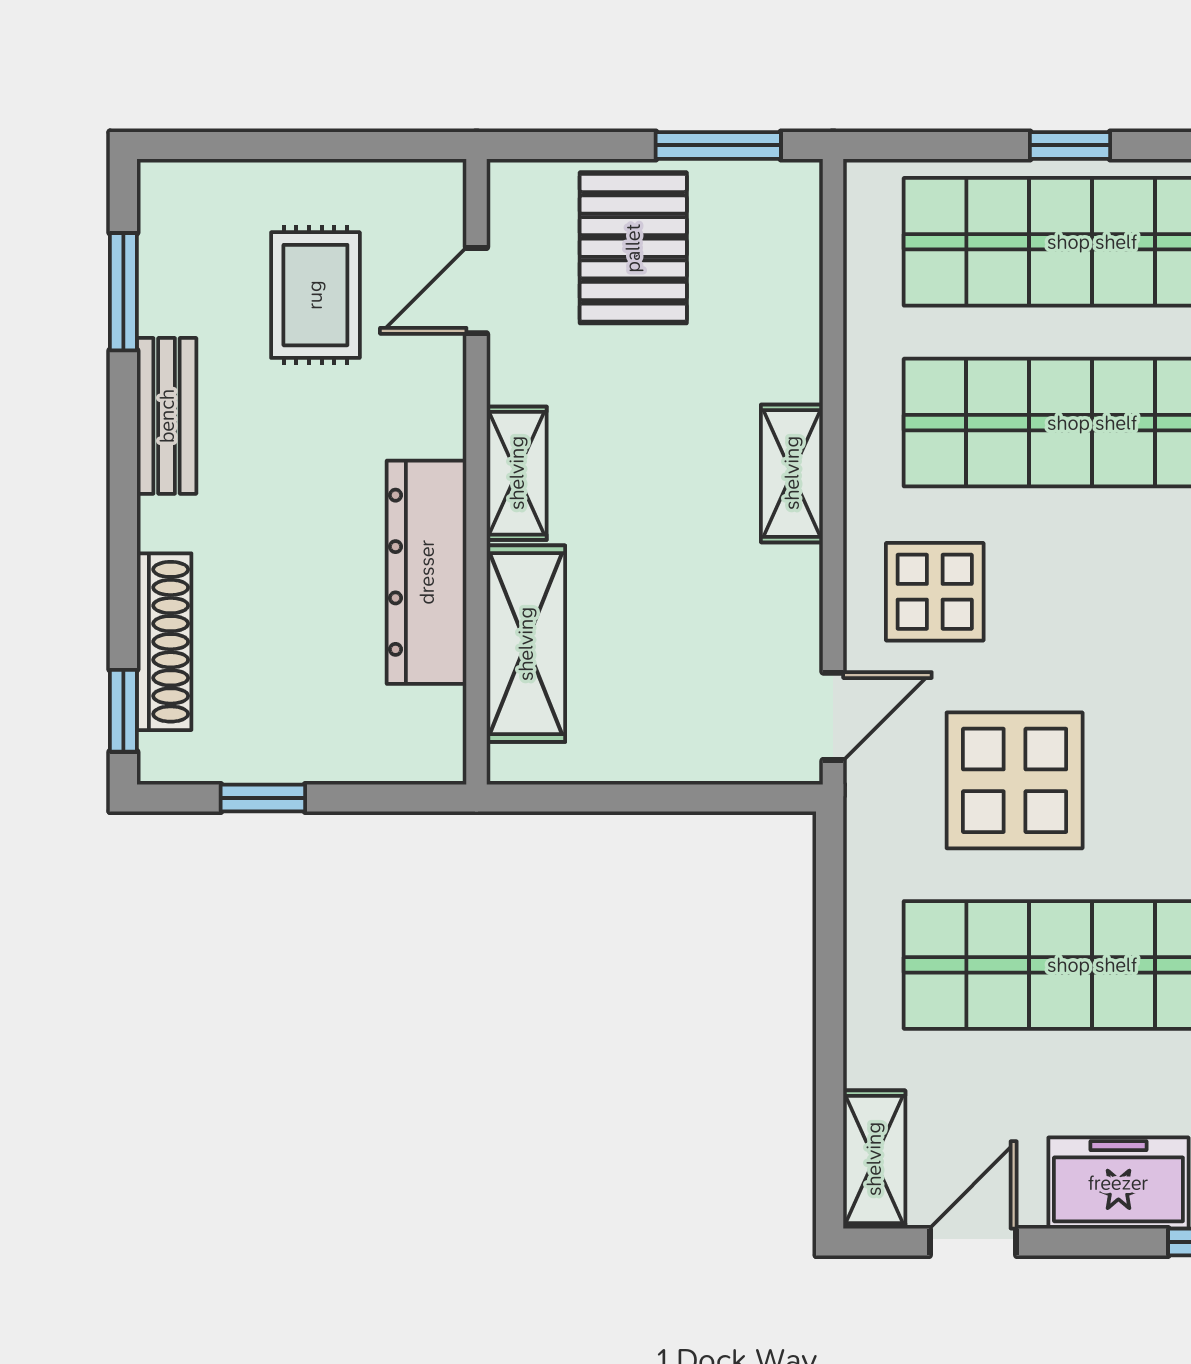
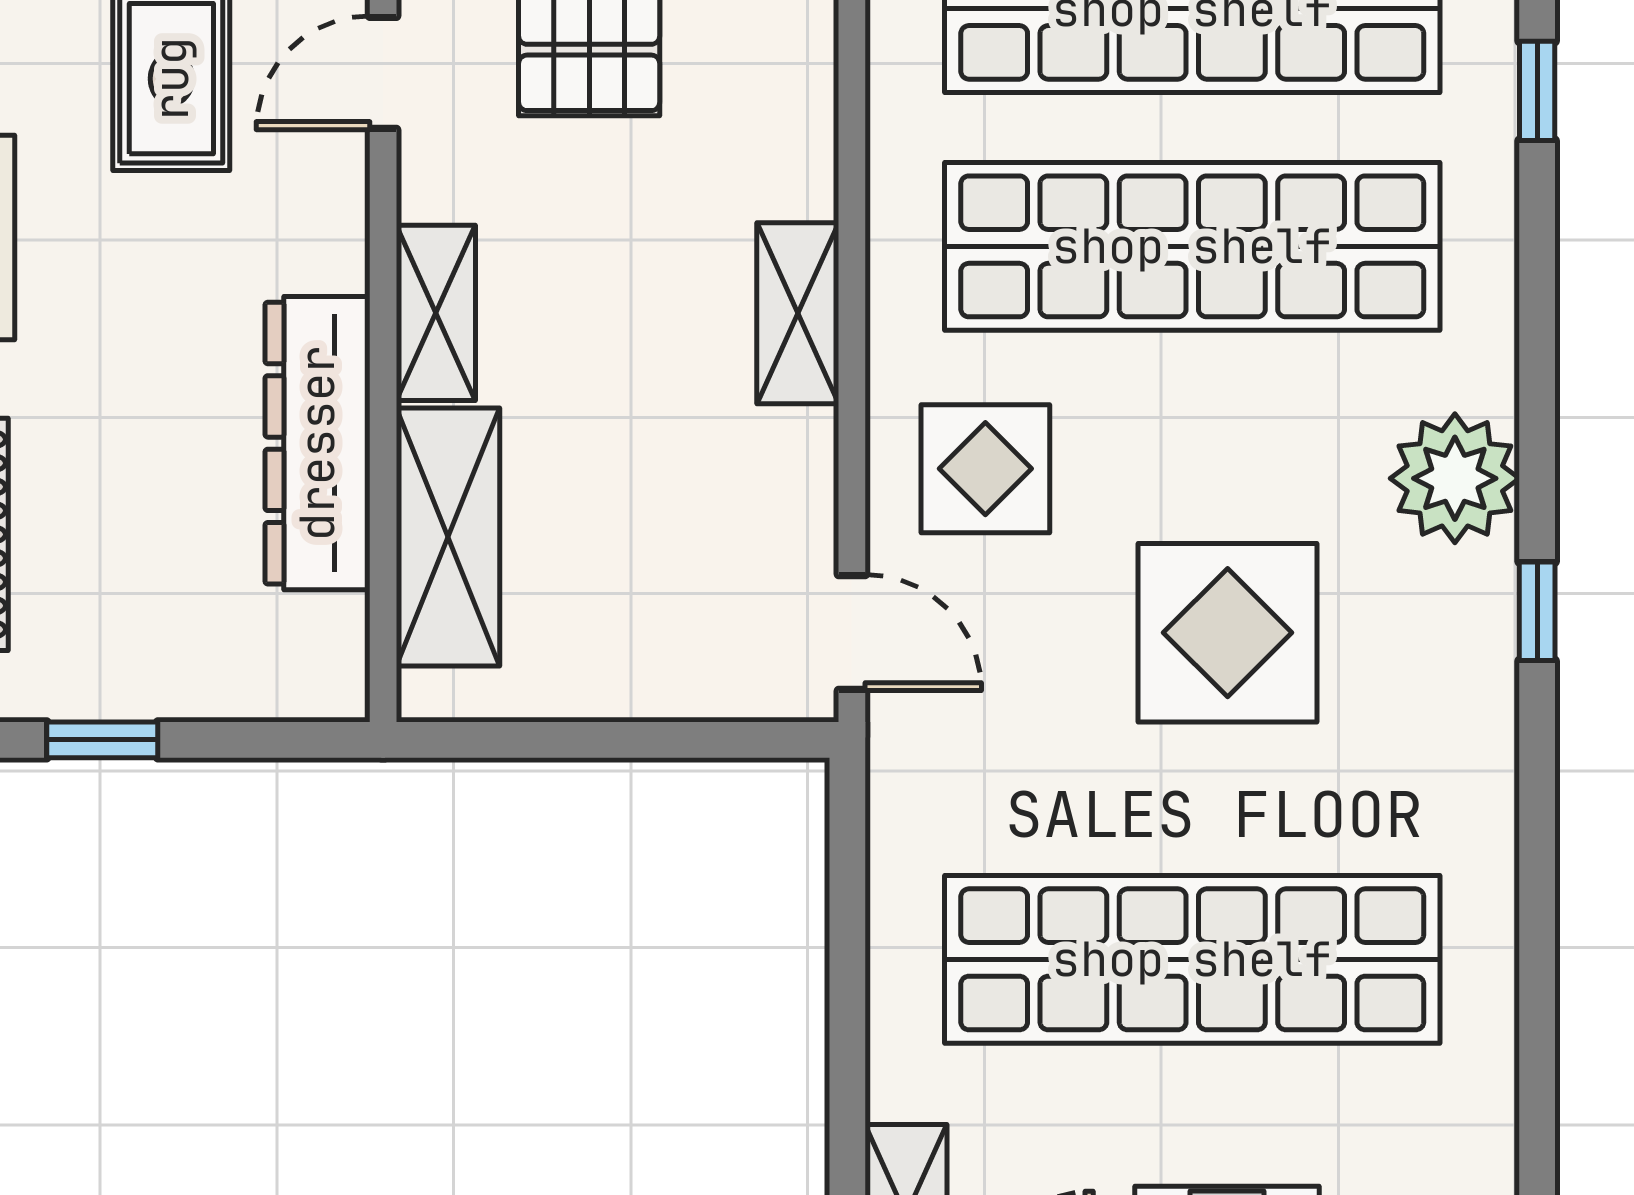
door: (833, 716) -> (852, 632), hinge flipped
display table: (1015, 780) -> (1228, 633), moved

